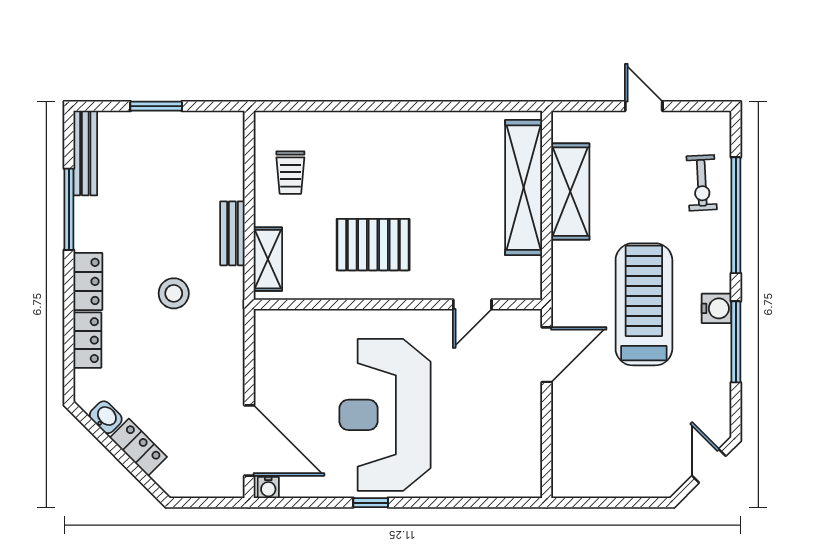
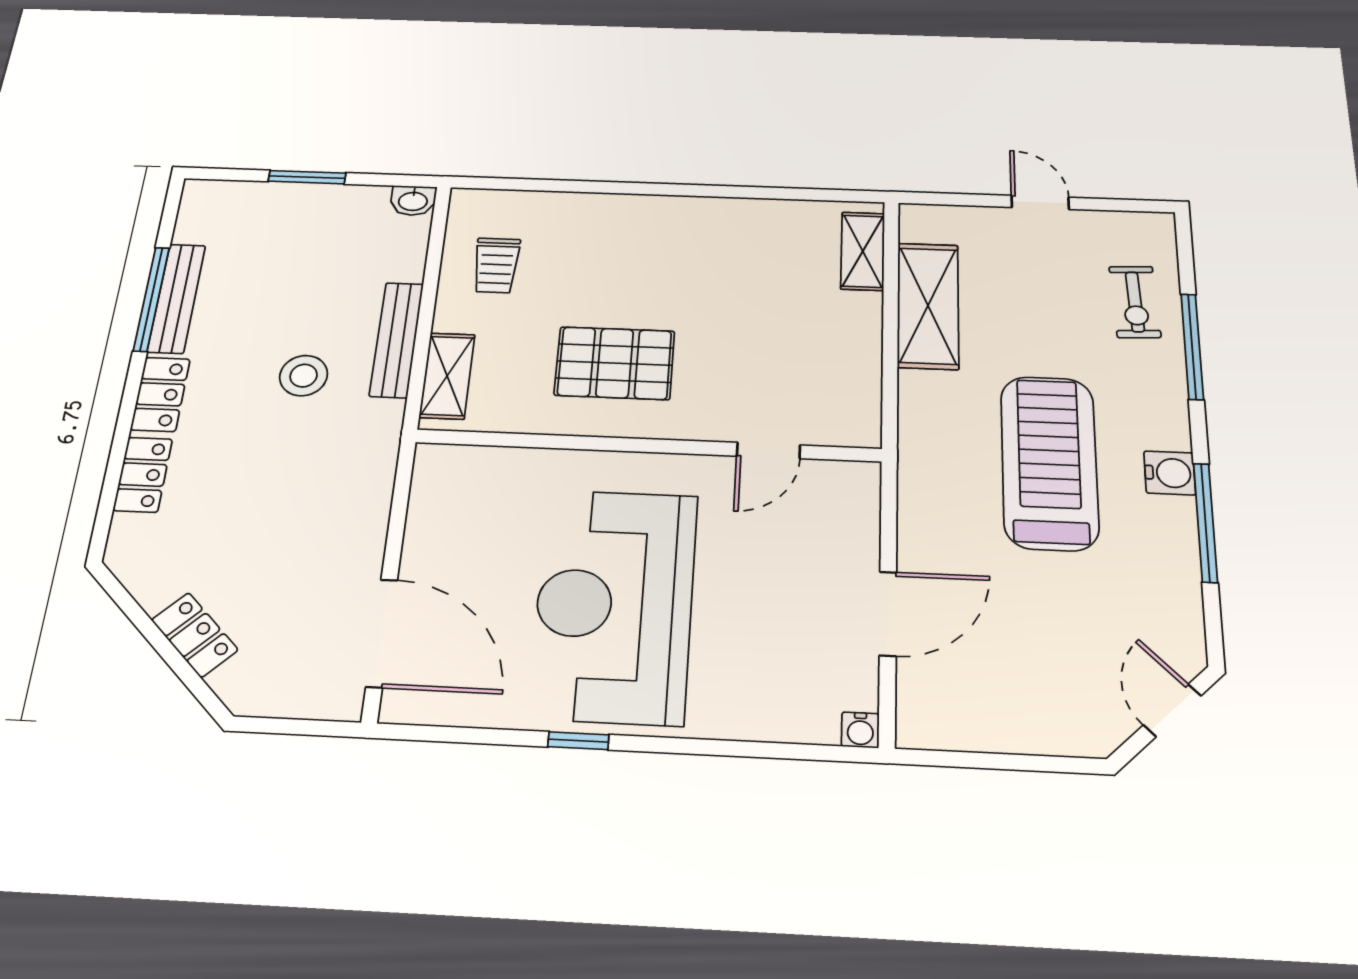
bench: (85, 153) -> (177, 298), moved
shelving: (524, 188) -> (863, 251), width x0.45, depth x0.75
window: (736, 215) -> (1192, 346), width x0.68
bench: (232, 233) -> (396, 340), width x1.36
stool: (174, 293) -> (304, 376), moved
door: (547, 355) -> (888, 614), moved
washbasin: (106, 417) -> (413, 201), moved, turned 135
water cooler: (268, 487) -> (860, 730), moved

